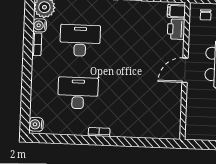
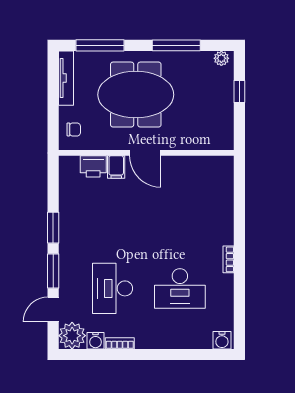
filing cabinet: (176, 11) -> (116, 167), moved
desk: (78, 93) -> (180, 288), turned -90

